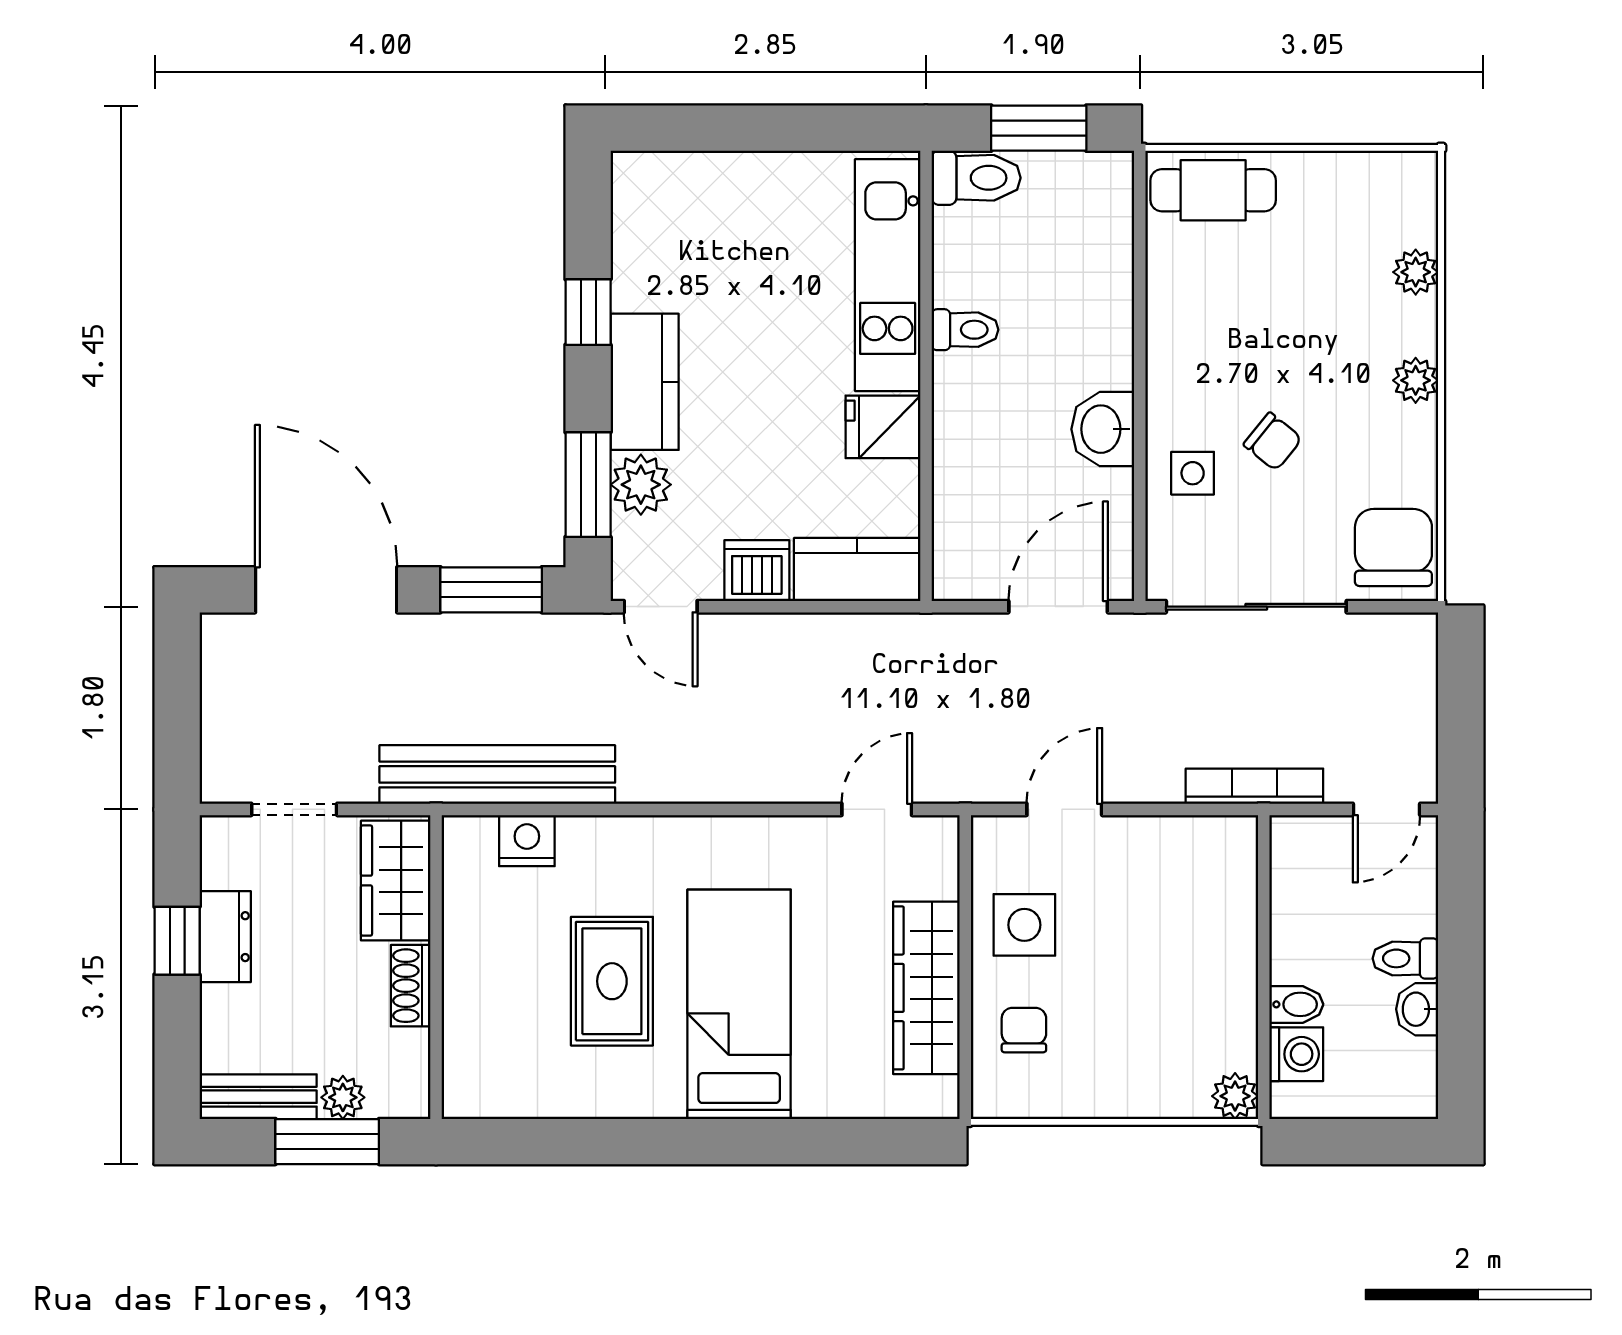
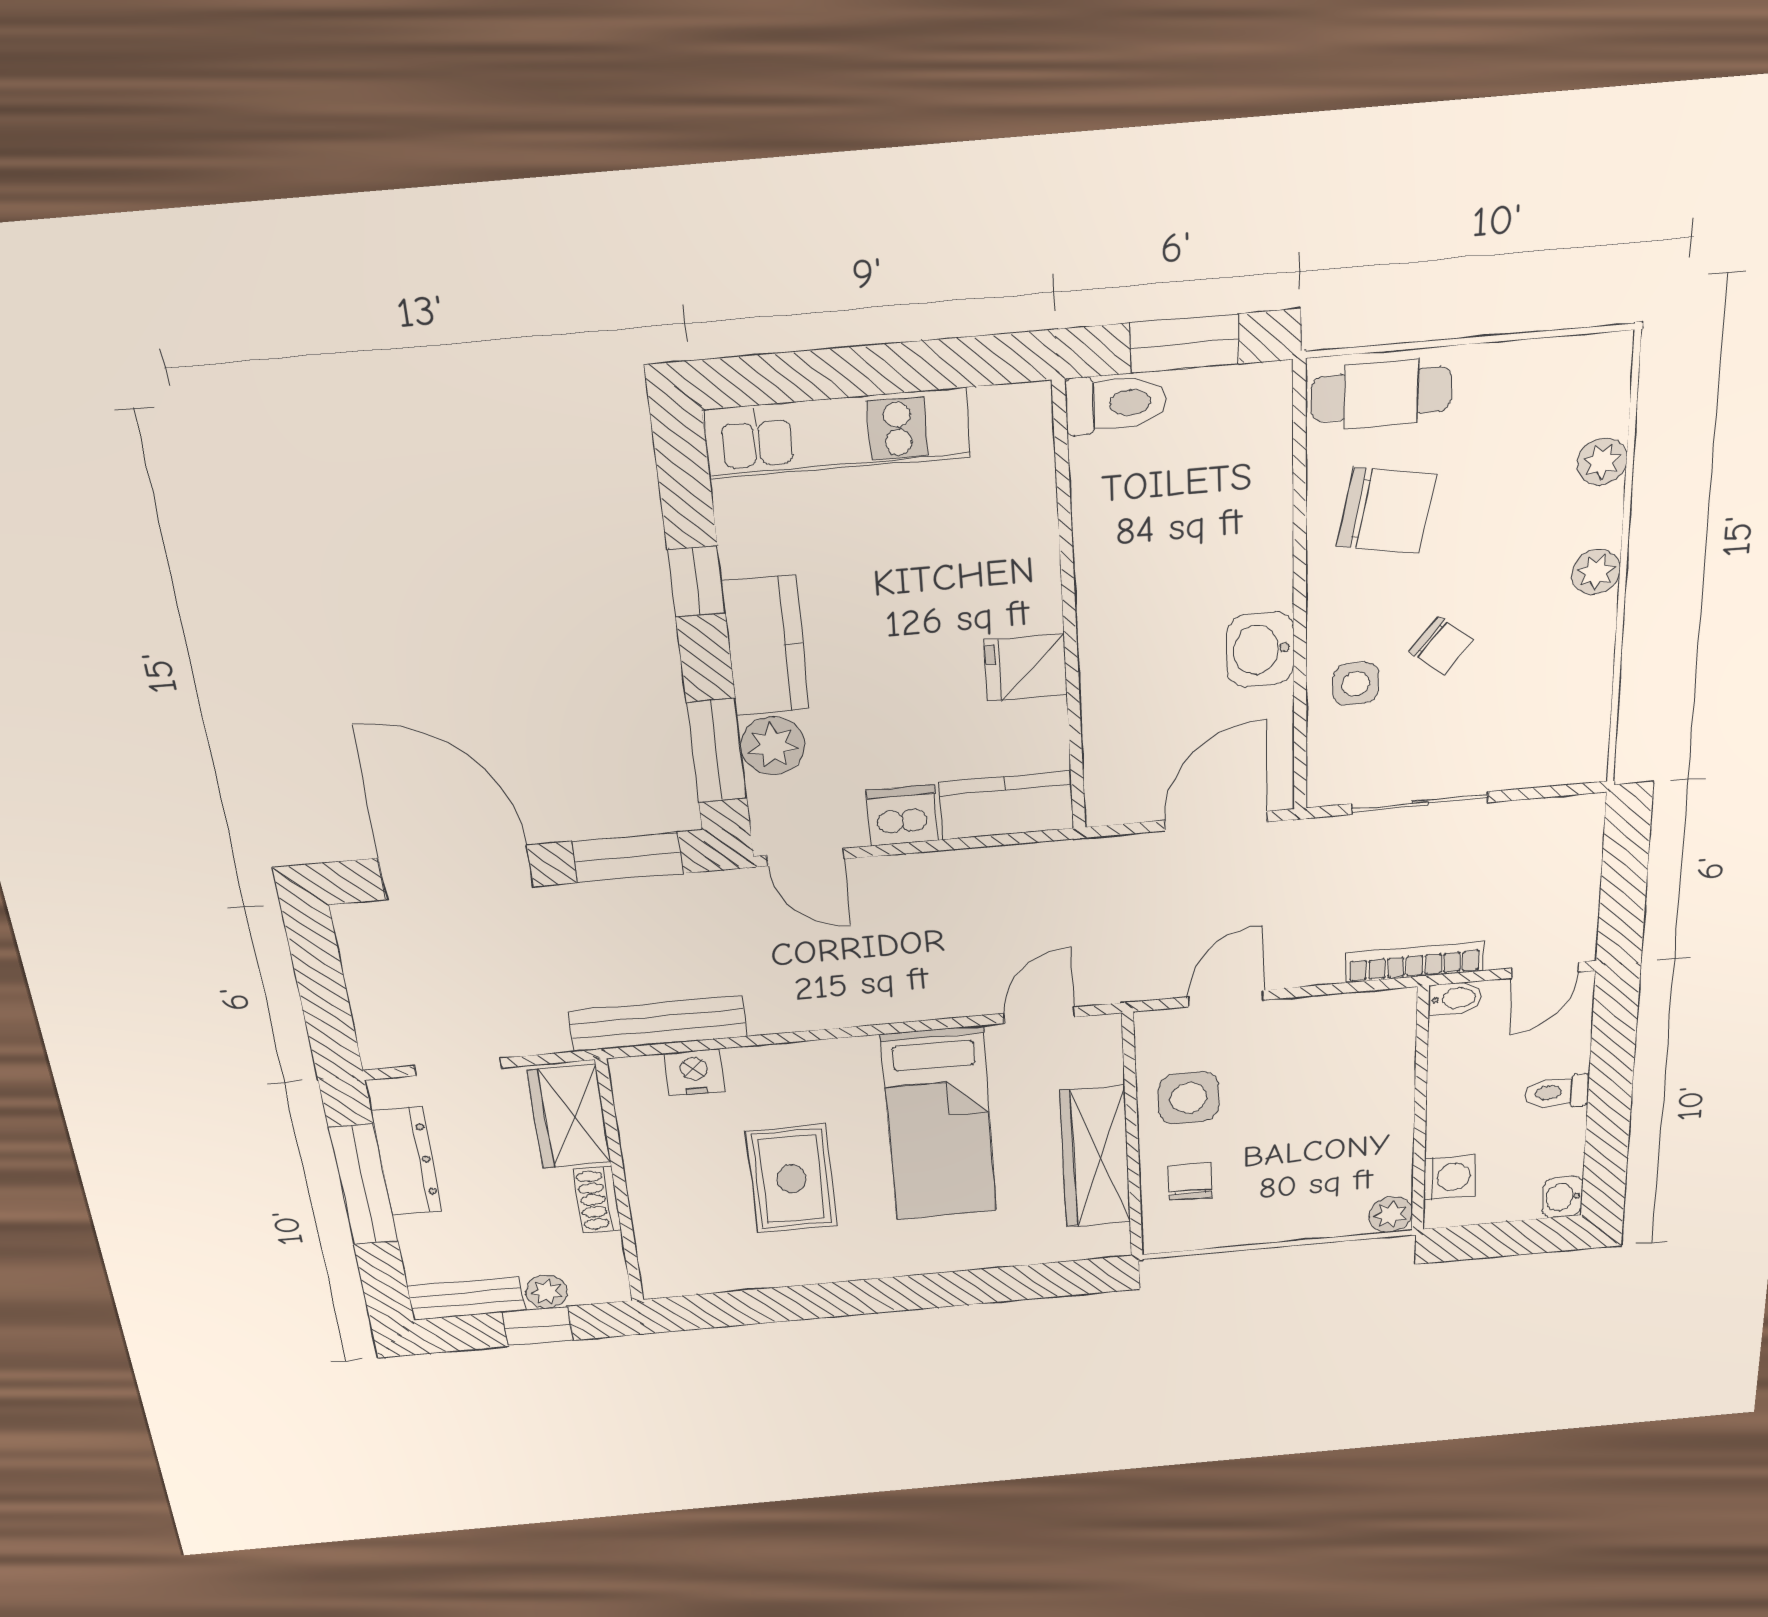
kitchen unit: (888, 275) -> (838, 434), moved, turned -90
toilet: (965, 330) -> (1109, 563), removed
chair: (1393, 547) -> (1386, 511), moved, turned 101
sliding door: (1256, 607) -> (1420, 803), width x0.73
bench: (497, 774) -> (658, 1024), width x0.73, depth x0.82
dresser: (225, 937) -> (407, 1161), width x1.44
window: (177, 941) -> (363, 1184), width x2.17
bed: (739, 1004) -> (939, 1124), moved, turned 180
bidet: (1296, 1004) -> (1455, 998), moved
washbasin: (1417, 1009) -> (1562, 1197), moved
window: (327, 1142) -> (538, 1326), width x0.67

